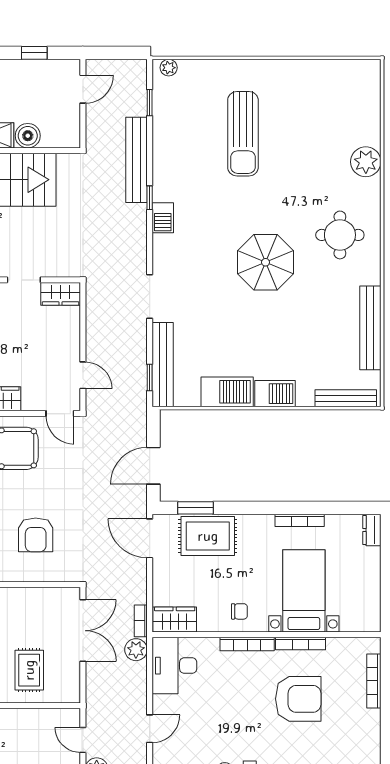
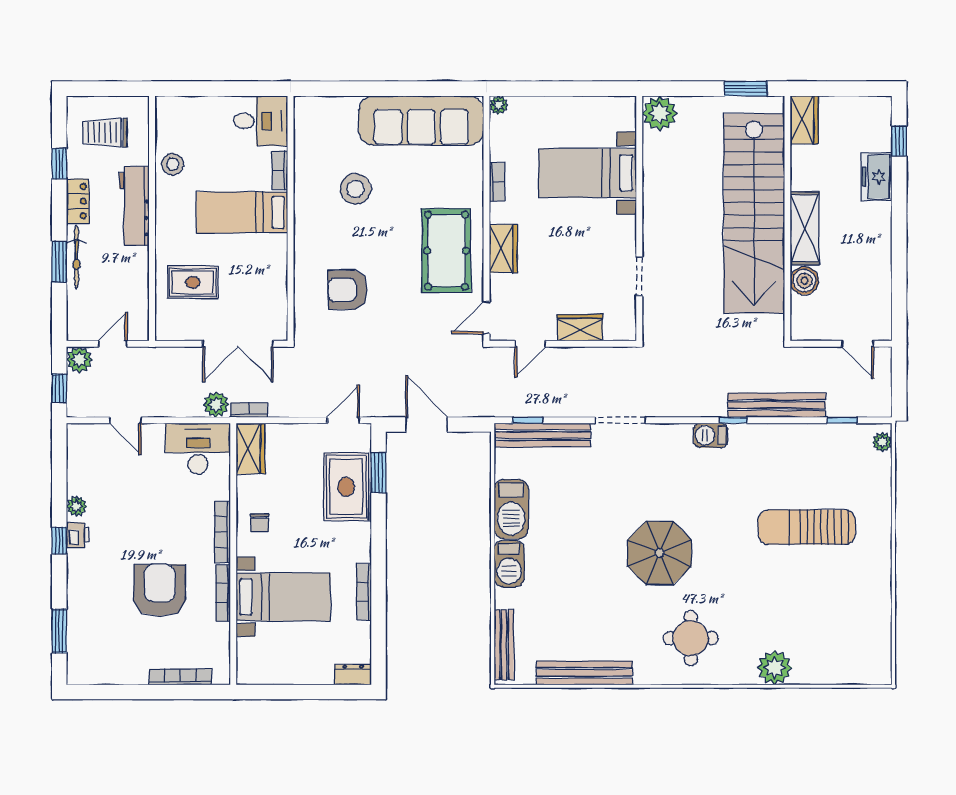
window: (34, 53) -> (899, 288), removed
wardrobe: (61, 294) -> (580, 328), moved, turned 90
door: (150, 538) -> (343, 420), width x0.73
armchair: (298, 699) -> (160, 590), turned 180

